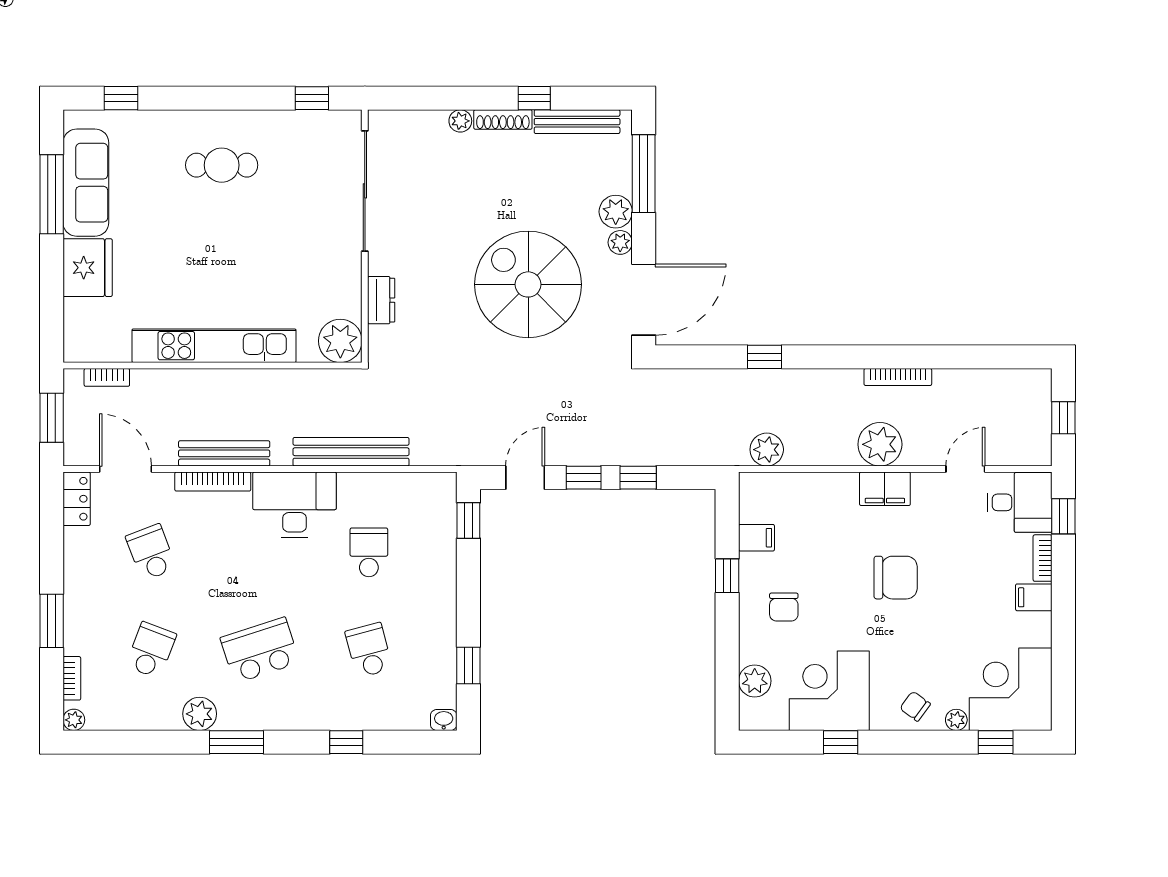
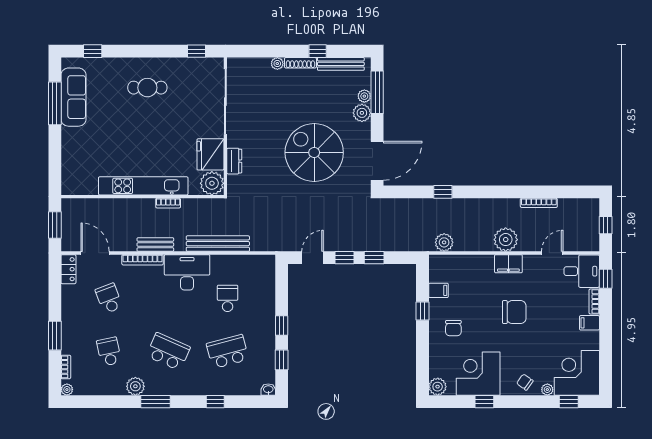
plant: (620, 242) -> (364, 96), moved
fridge: (88, 268) -> (210, 154), moved, turned 180
bookcase: (107, 377) -> (168, 203), moved
bookcase: (898, 377) -> (539, 203), moved
bench: (224, 453) -> (155, 244), width x0.73
window: (468, 520) -> (282, 325), moved
school desk: (151, 650) -> (109, 352), turned -33
school desk: (260, 650) -> (168, 352), turned 42
school desk: (369, 650) -> (228, 352), width x1.85
plant: (755, 681) -> (438, 387), moved

